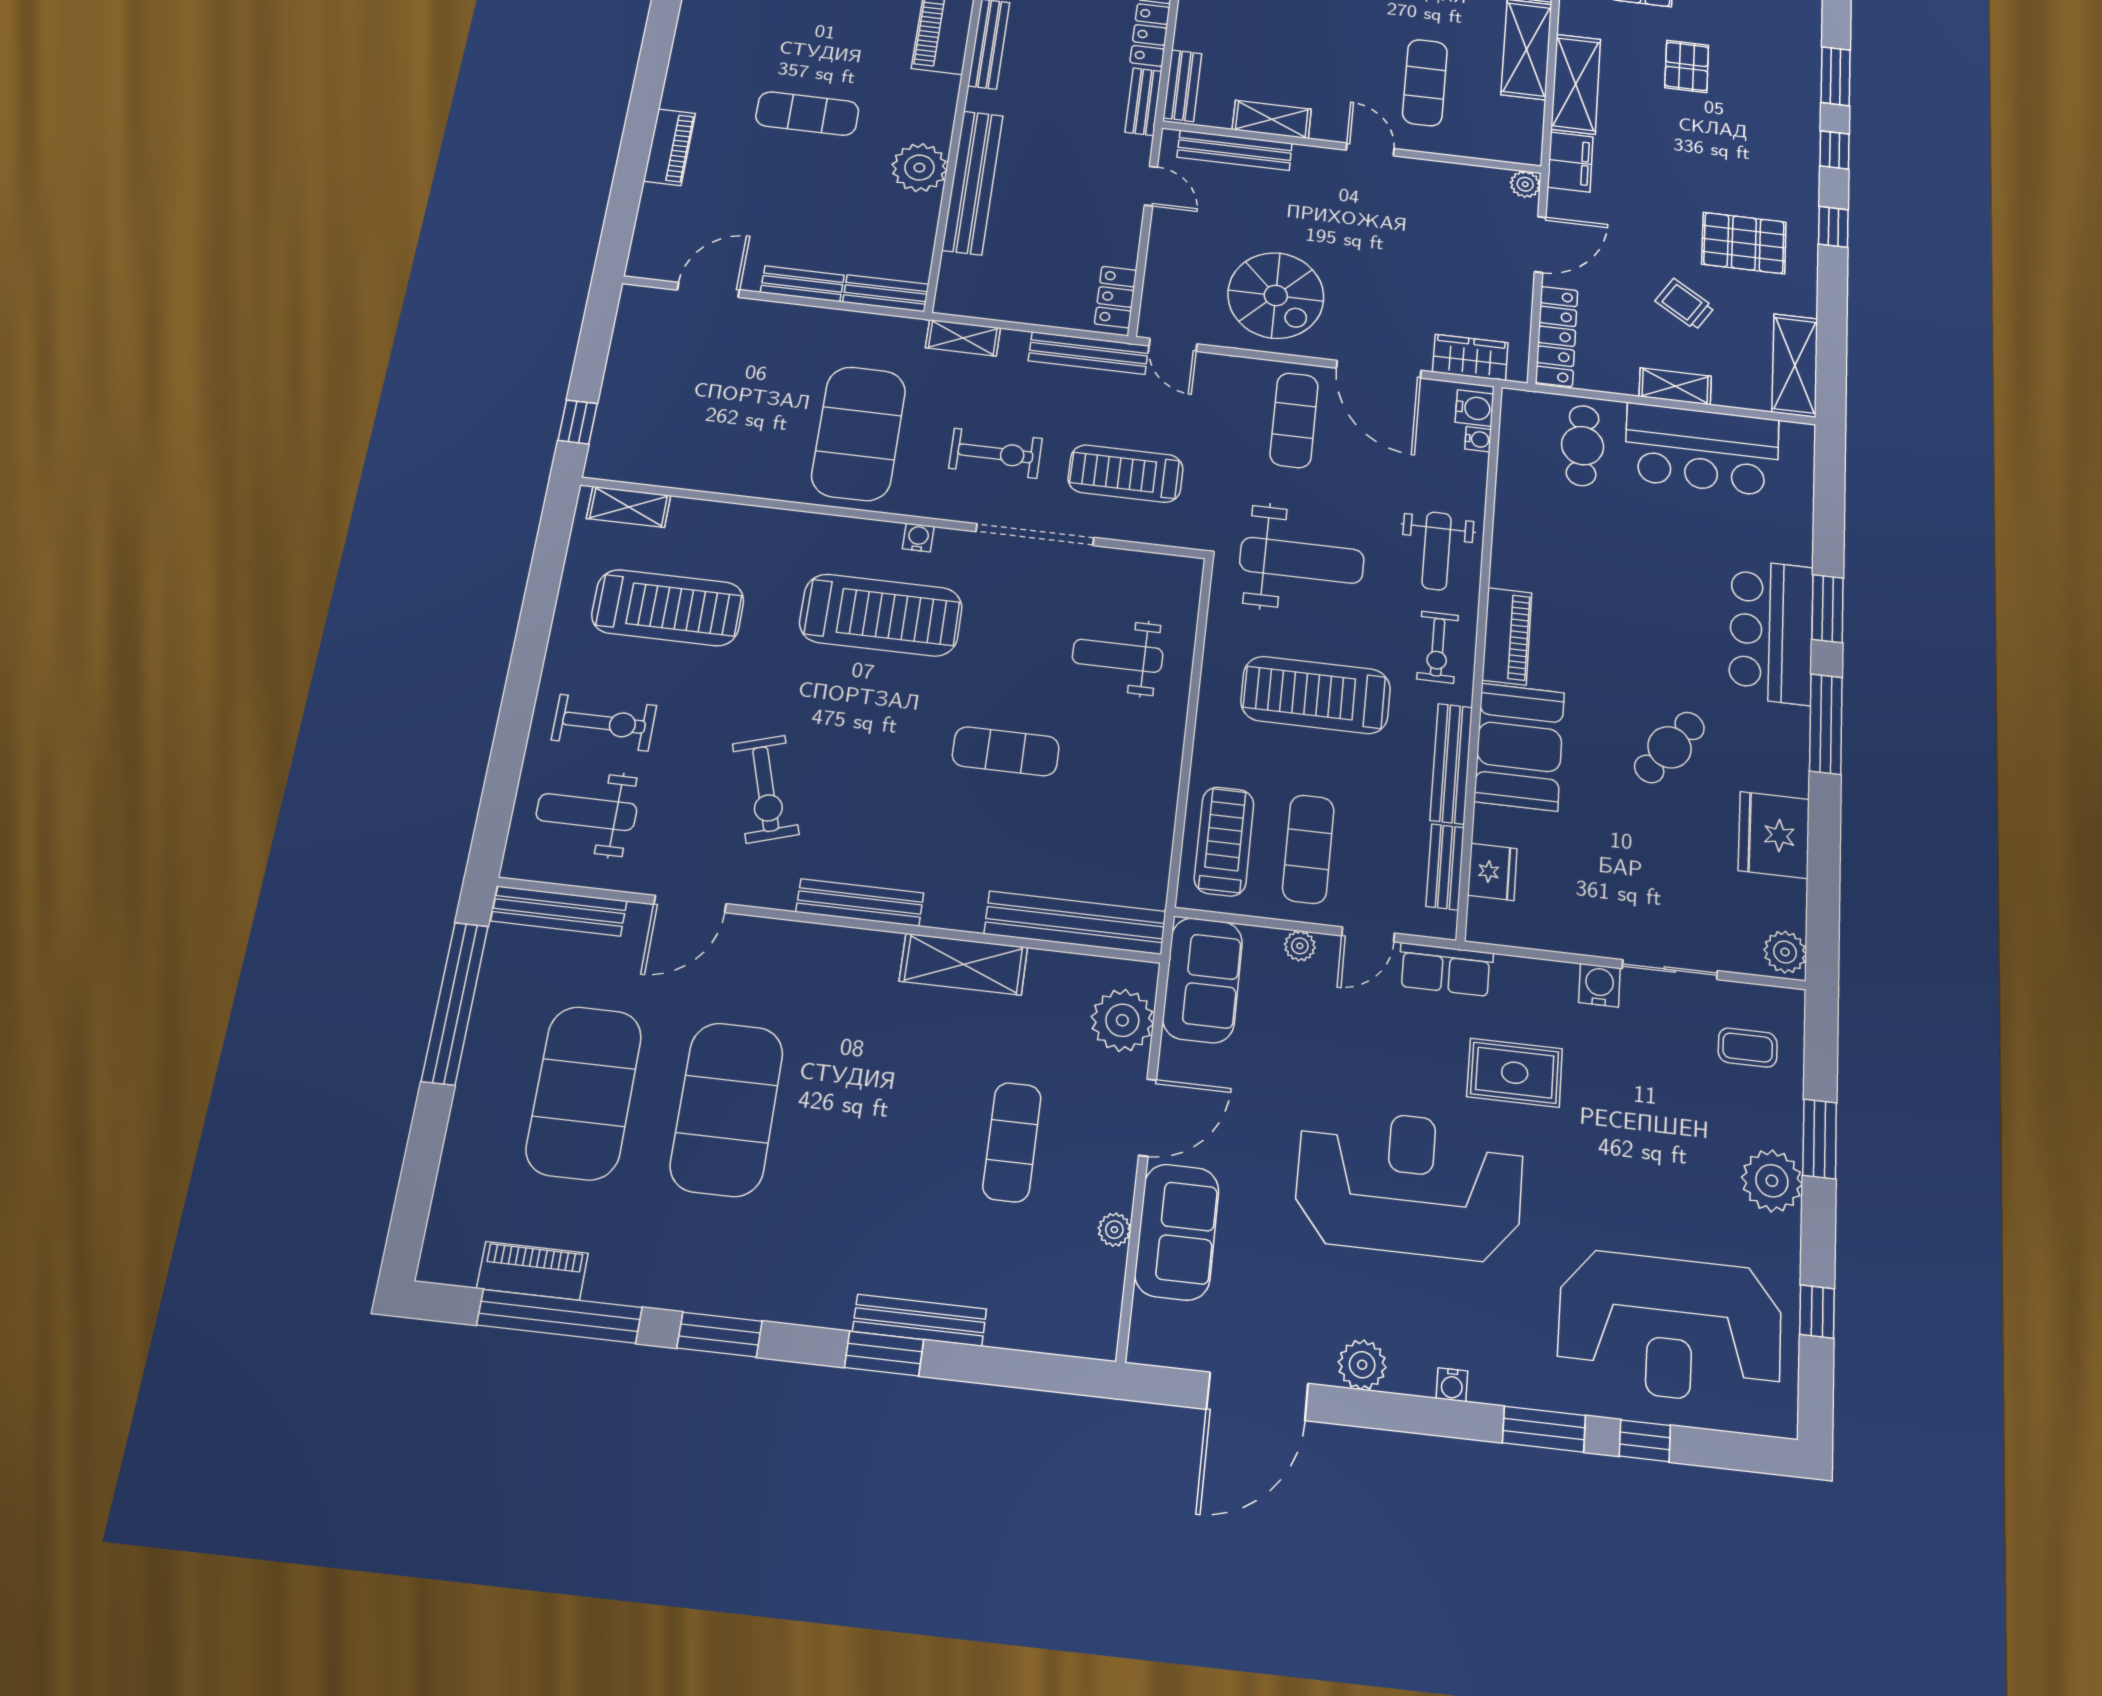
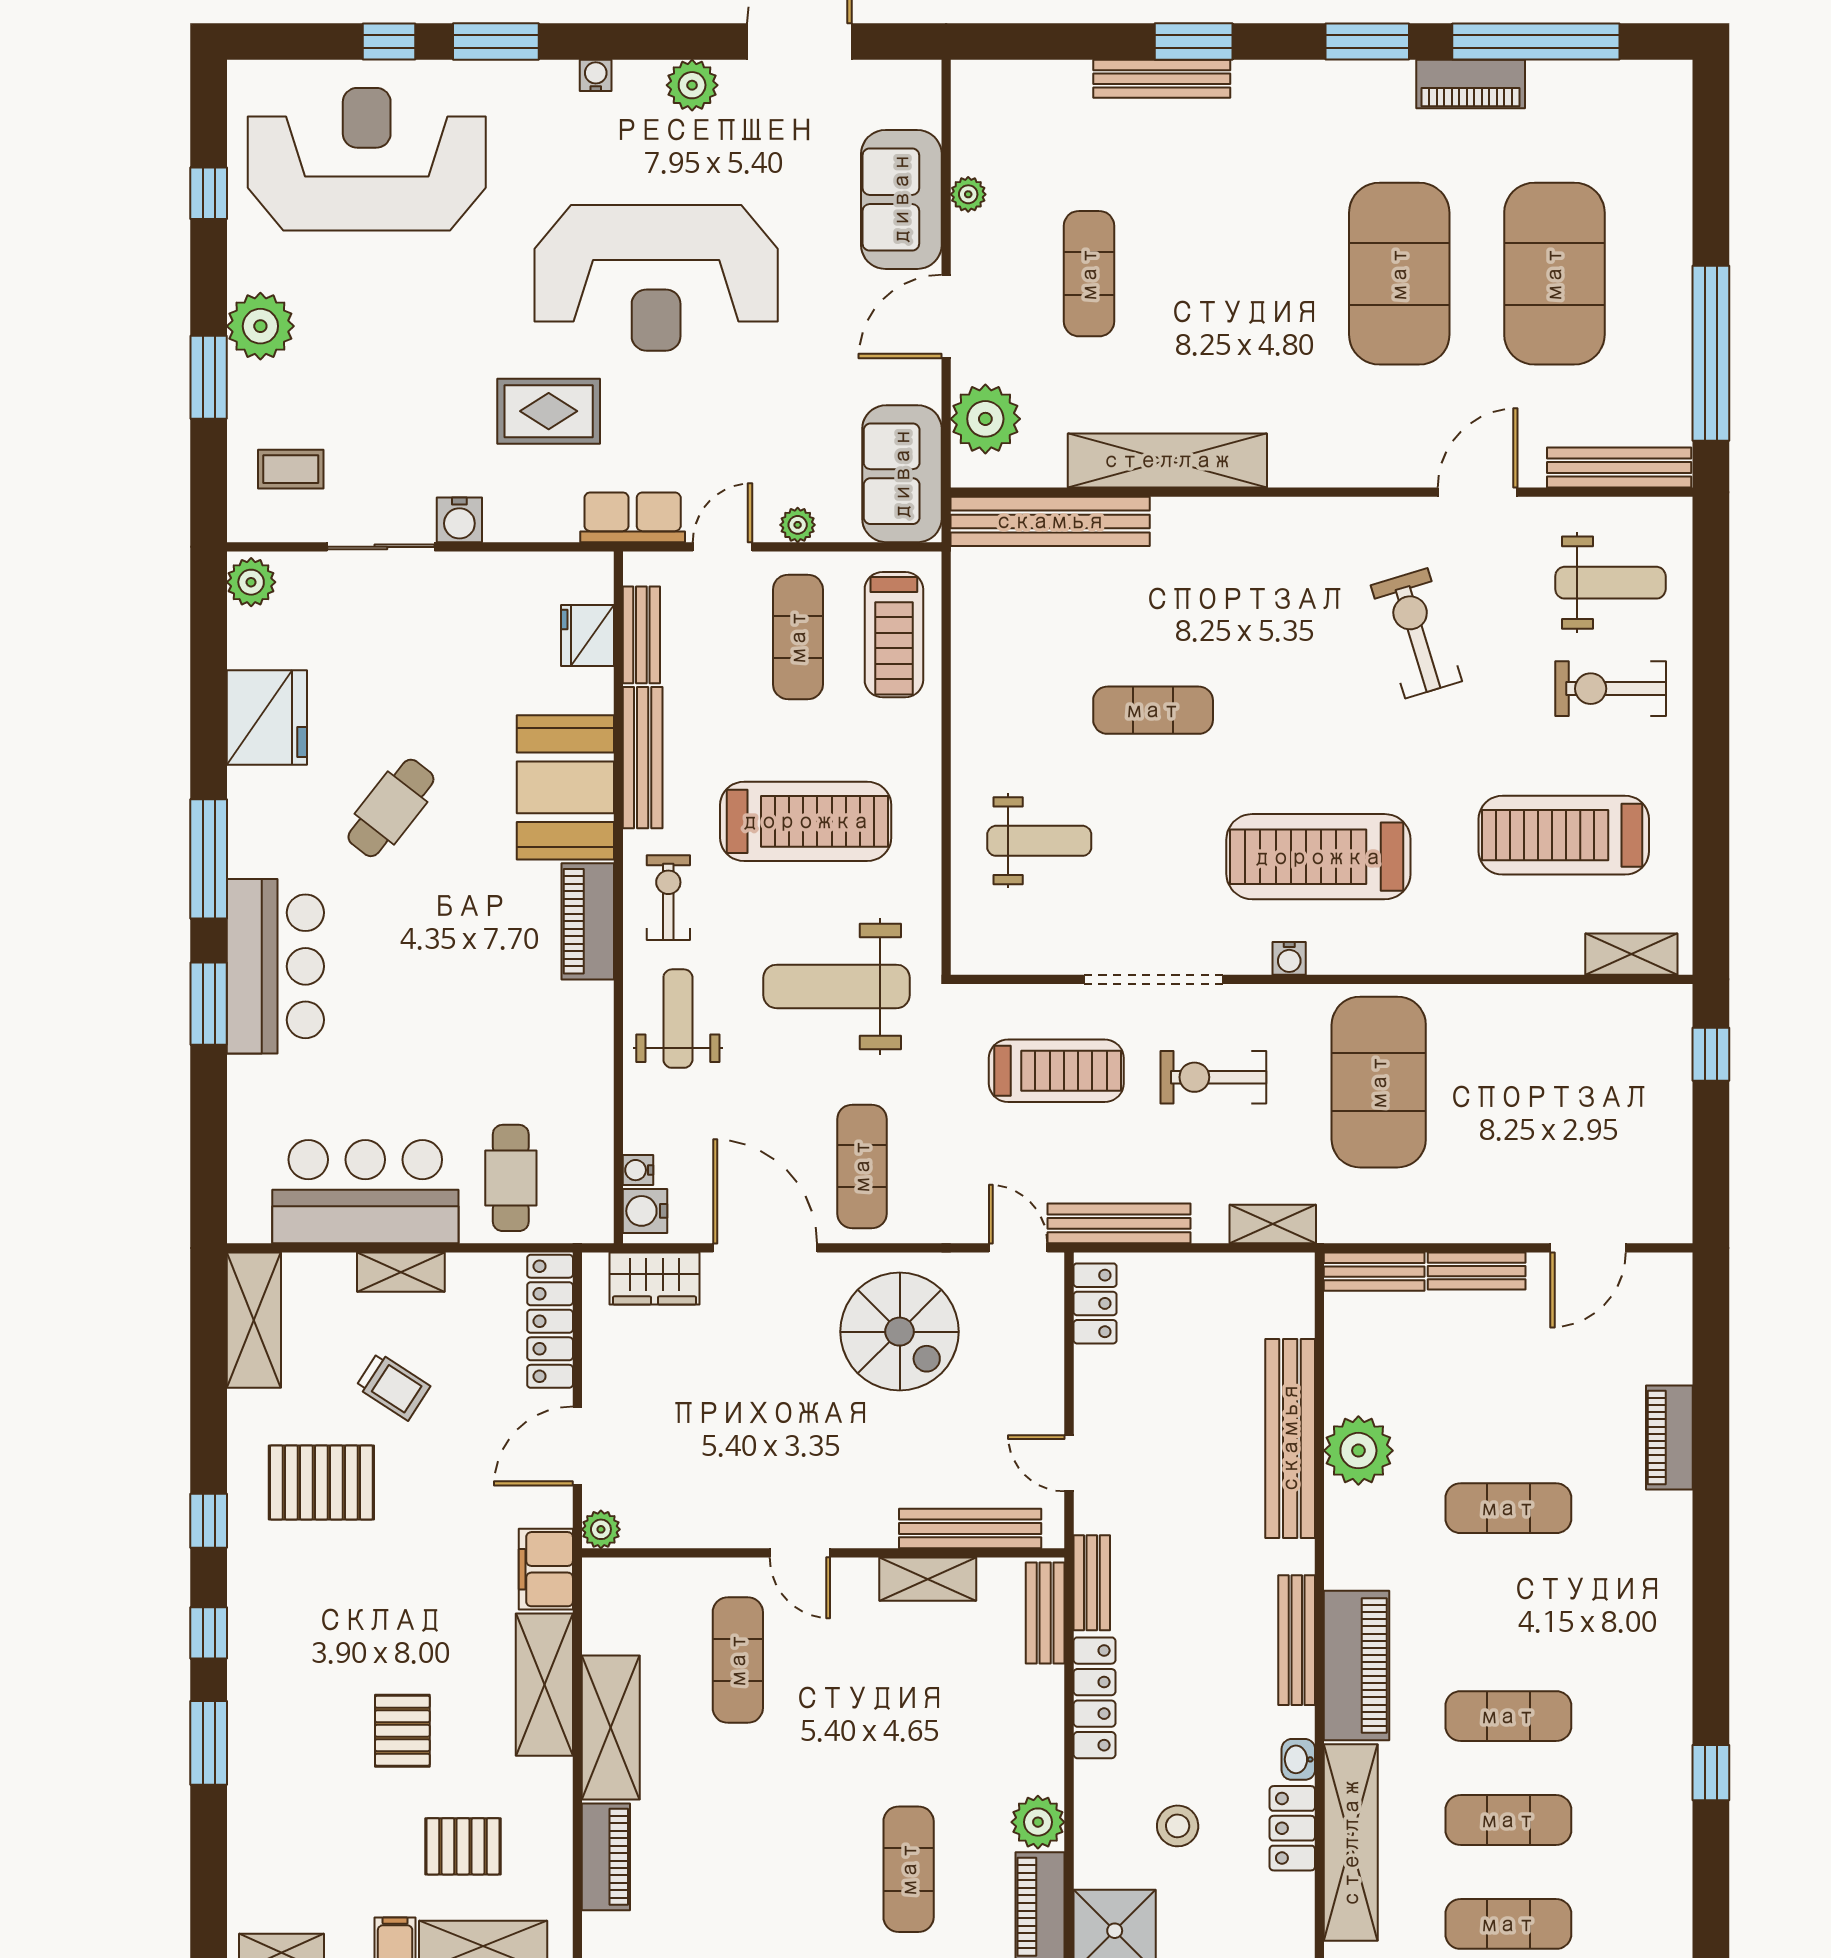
spiral stairs: (1276, 295) -> (900, 1332), turned 180
bench: (860, 903) -> (1291, 516), removed
shelving: (964, 964) -> (1167, 460), width x1.47
piano: (532, 1271) -> (1471, 84), moved

